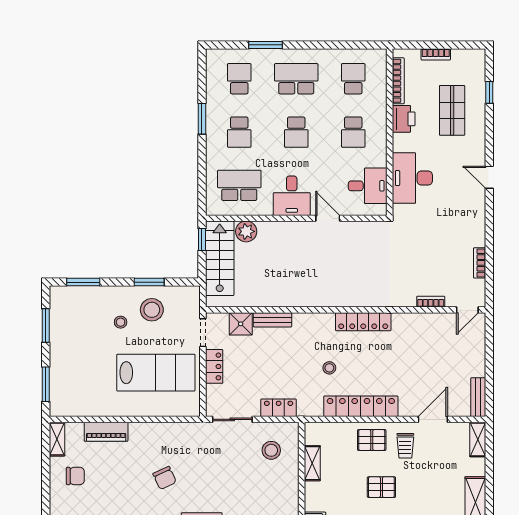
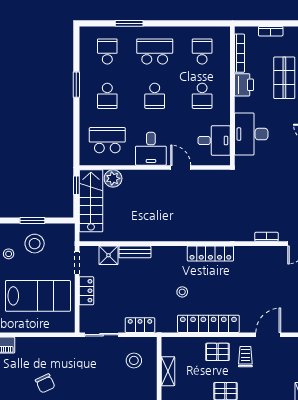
trolley: (405, 446) -> (245, 357), turned 180

